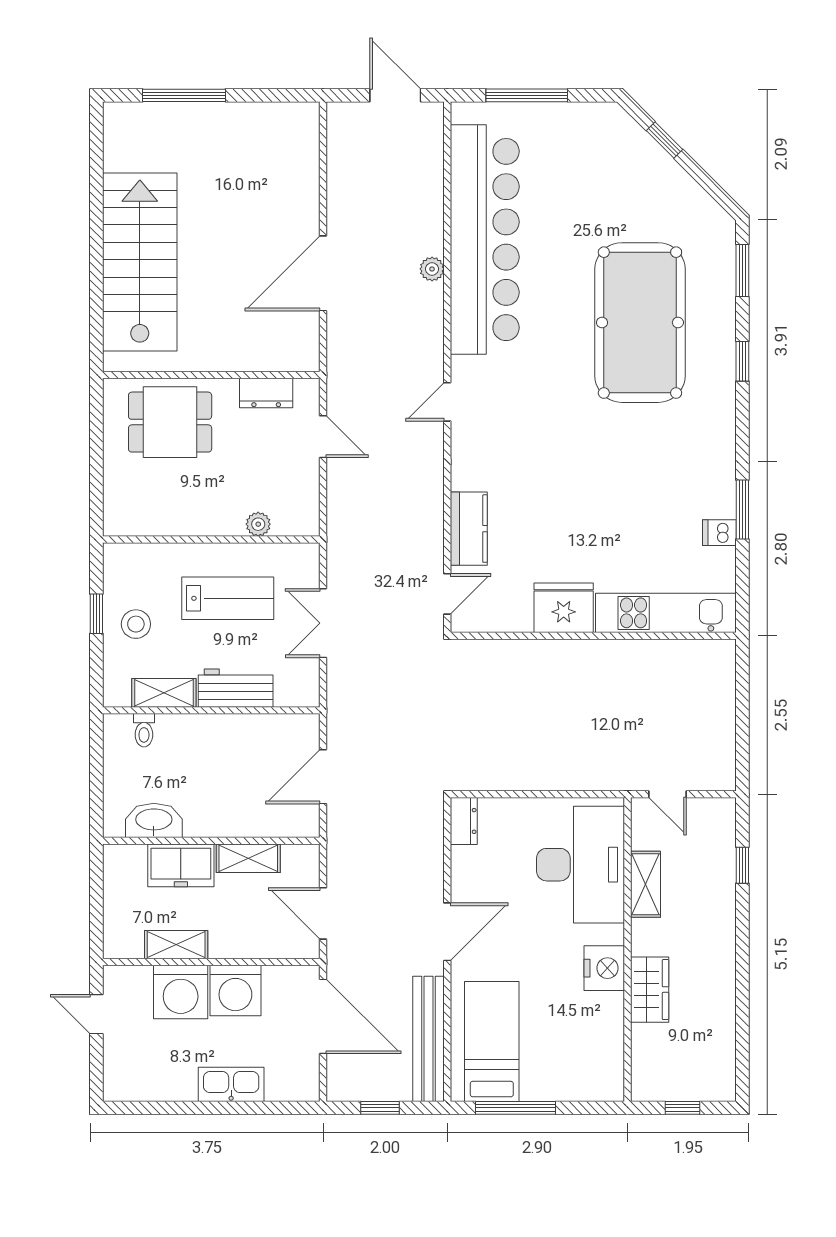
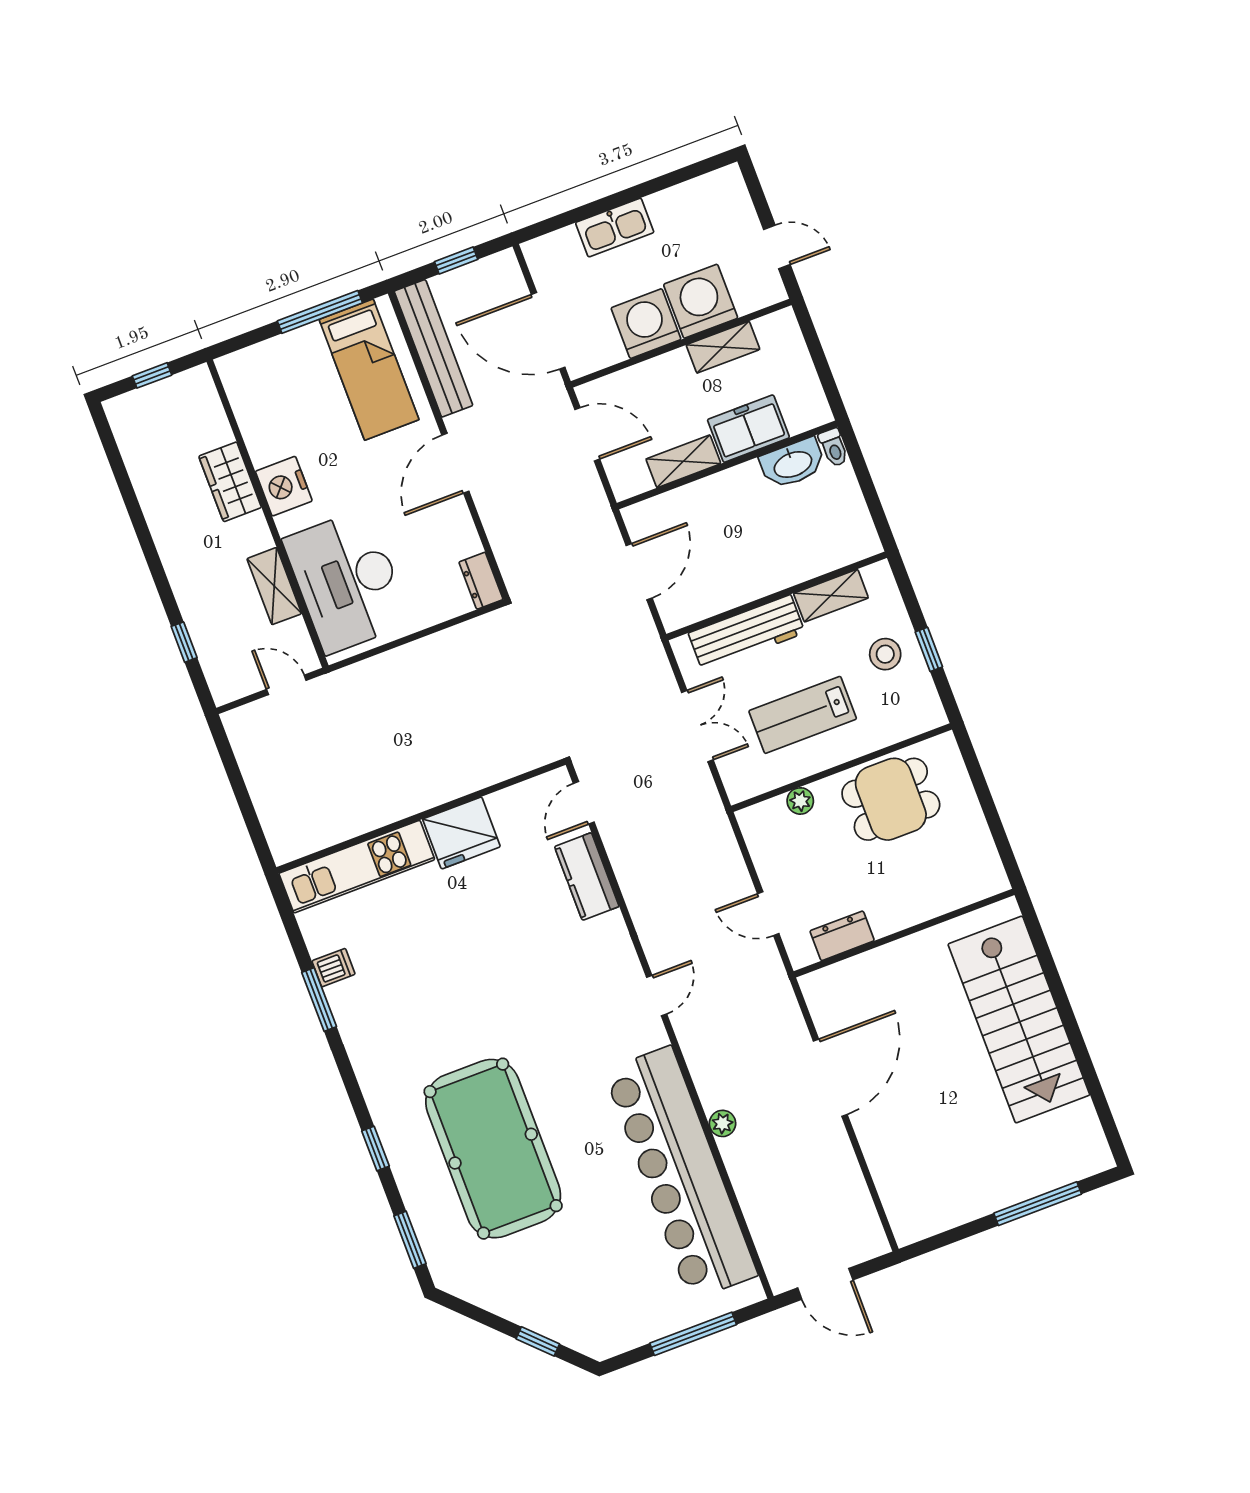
dining table: (170, 422) -> (891, 799), moved
workbench: (236, 688) -> (747, 633), width x1.38
toilet: (144, 730) -> (834, 447), moved, turned 180

